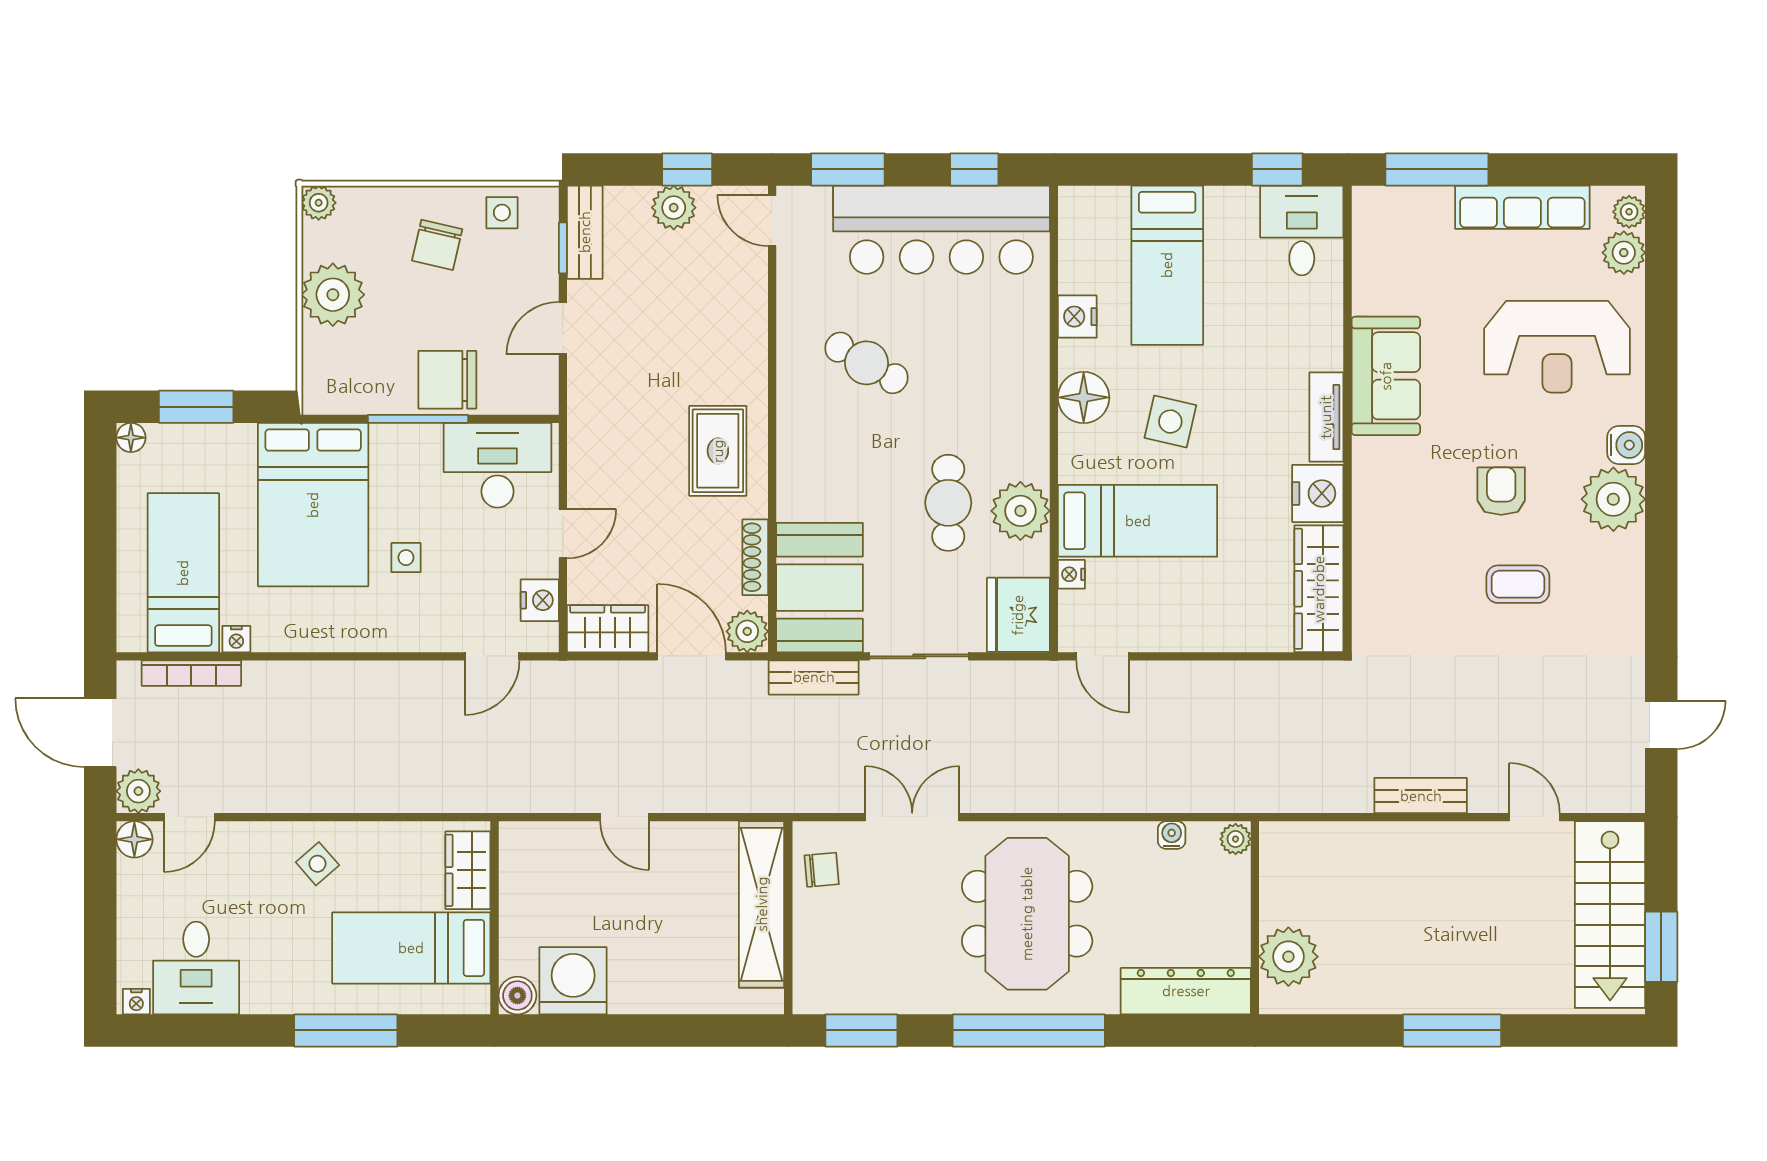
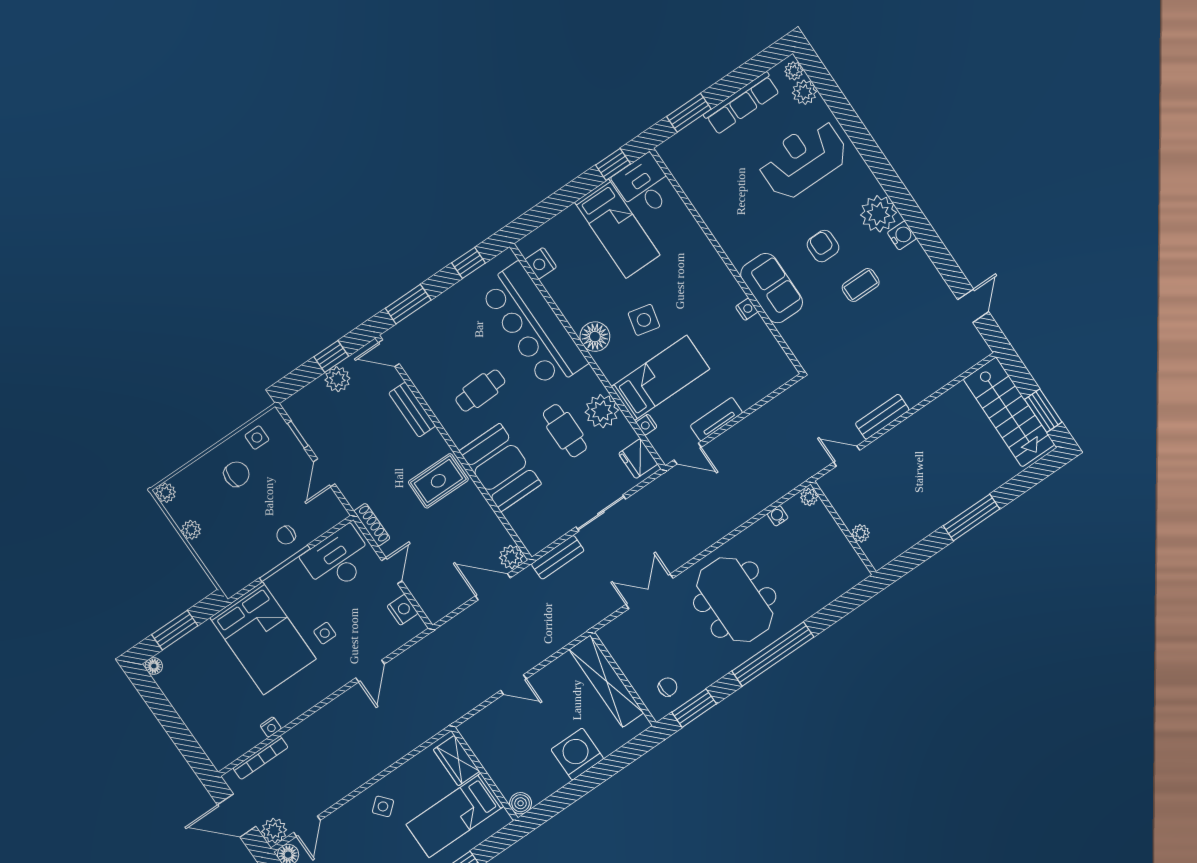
window: (1437, 169) -> (689, 113), width x0.69
bar counter: (941, 230) -> (533, 326), moved, turned 90
bench: (585, 232) -> (412, 410), moved
chair: (437, 245) -> (237, 474), turned -103
bed: (1167, 265) -> (617, 229), moved
plant: (333, 295) -> (191, 530), width x0.53, depth x0.53
nightstand: (1077, 317) -> (541, 263), moved
reception desk: (1557, 347) -> (803, 159), turned 180
cafe table: (866, 363) -> (480, 391), turned -32
sofa: (1386, 376) -> (772, 288), moved
chair: (447, 380) -> (286, 535), width x0.54, depth x0.54
tv unit: (1326, 417) -> (716, 419), moved, turned 90
water cooler: (1626, 445) -> (902, 235), moved
rug: (718, 451) -> (438, 481), turned 90
nightstand: (1318, 493) -> (747, 309), width x0.53, depth x0.56
shoe rack: (755, 557) -> (372, 525), moved, turned 180
bed: (183, 573) -> (224, 713), removed
booth: (820, 588) -> (500, 467), moved
wardrobe: (1319, 589) -> (768, 351), removed
fridge: (1018, 615) -> (638, 459), width x0.73, depth x0.75
wardrobe: (608, 629) -> (444, 601), removed
door: (492, 656) -> (370, 671), moved
door: (1535, 817) -> (847, 456), moved
chair: (822, 870) -> (668, 687), moved
plant: (1288, 957) -> (861, 533), width x0.53, depth x0.53
washing machine: (573, 981) -> (577, 754), moved
dresser: (1186, 991) -> (834, 585), removed

